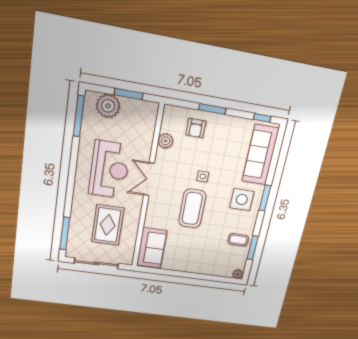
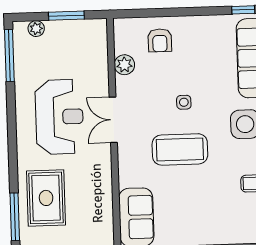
plant: (108, 106) -> (36, 29), width x0.53, depth x0.53
window: (212, 109) -> (175, 12), removed
coffee table: (192, 208) -> (180, 149), turned 90
rug: (108, 225) -> (46, 198), moved

